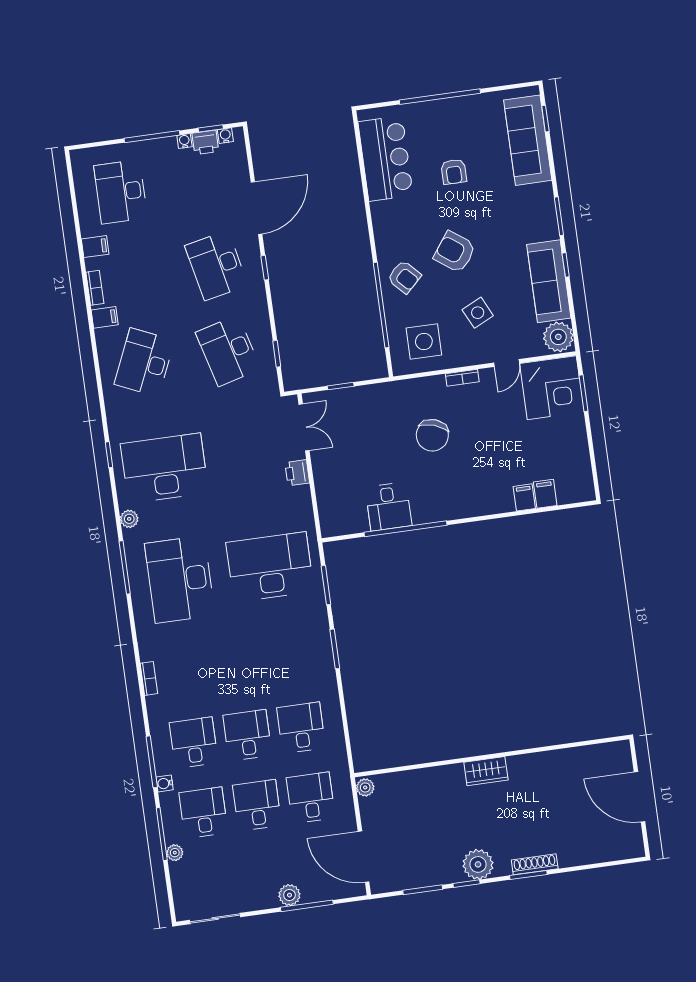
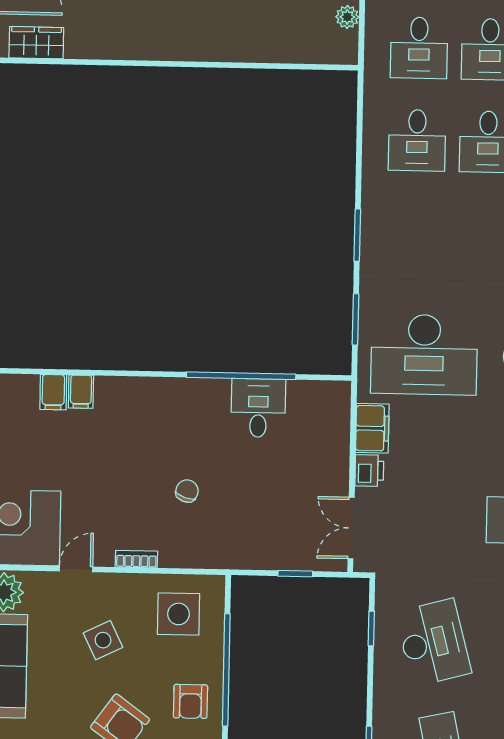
armchair: (404, 277) -> (190, 701), turned -136
chair: (432, 435) -> (187, 491), width x0.54, depth x0.54
filing cabinet: (300, 505) -> (372, 428), added
wardrobe: (486, 771) -> (36, 43), moved
plant: (365, 787) -> (347, 17), moved

